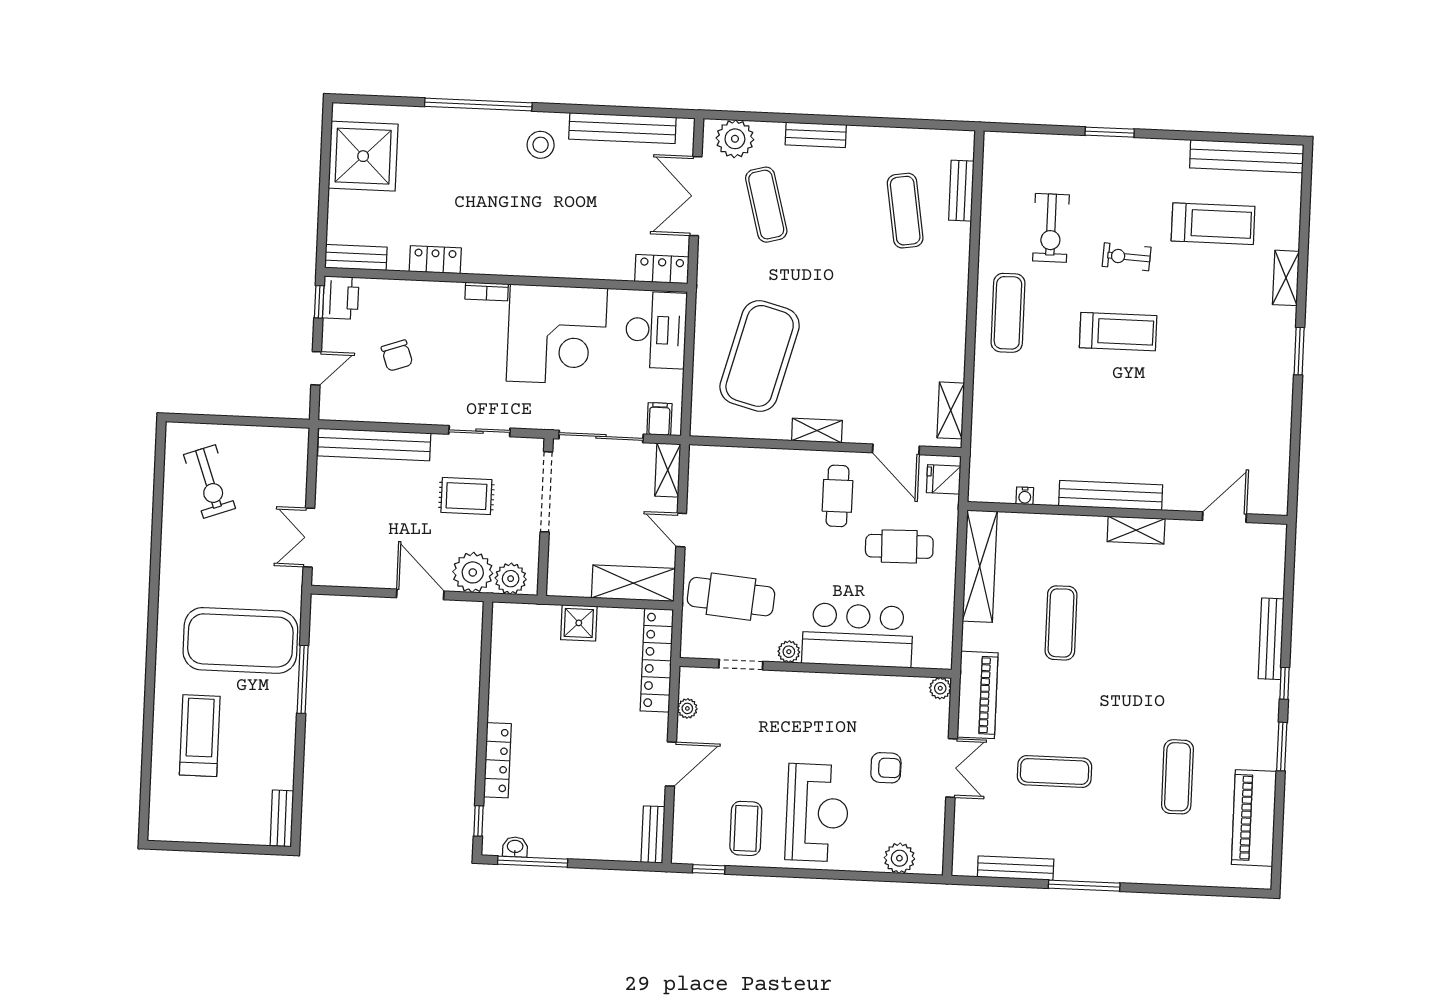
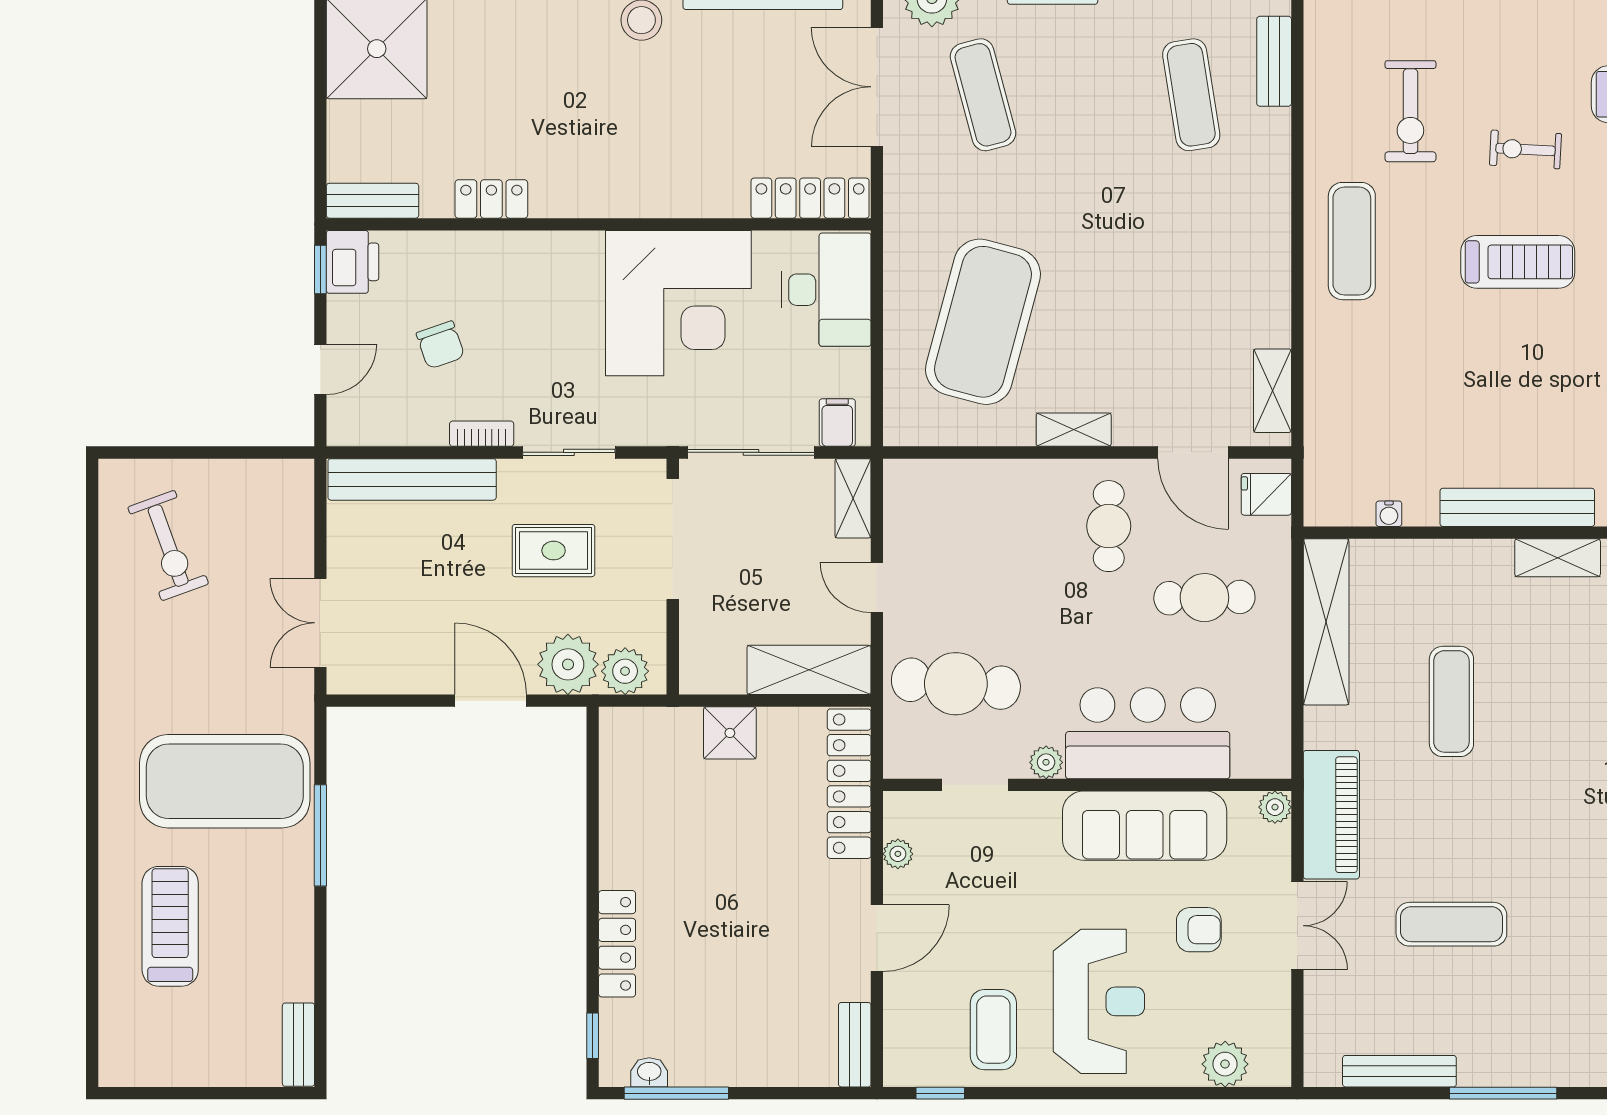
locker: (662, 269) -> (810, 198), width x1.53
bookcase: (487, 291) -> (482, 434), moved, turned 180
sofa: (853, 697) -> (1145, 826), added

